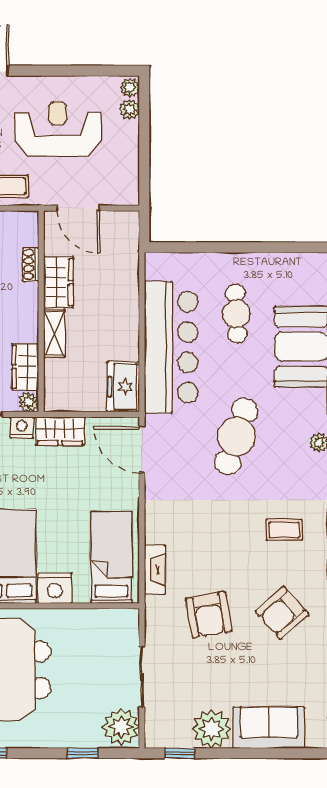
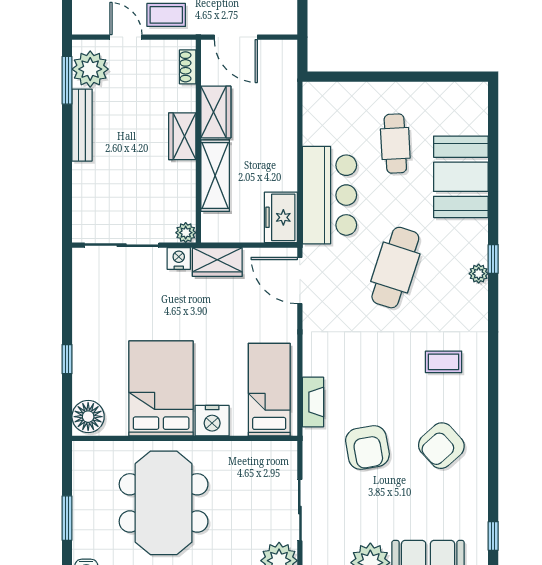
shoe rack: (31, 265) -> (188, 67), moved
shelving: (54, 334) -> (215, 176), width x1.50, depth x1.33
bar counter: (171, 347) -> (329, 195), width x0.73
wardrobe: (25, 367) -> (182, 136), moved

